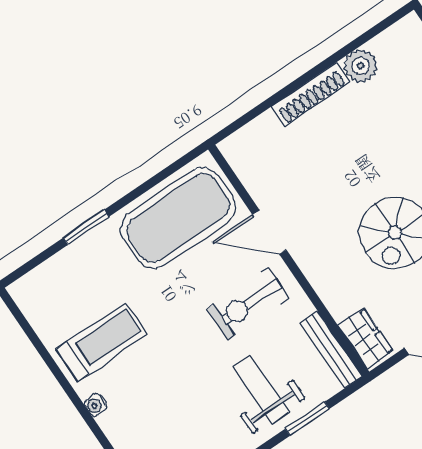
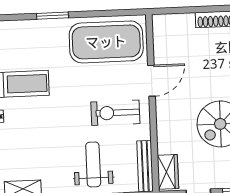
door: (269, 232) -> (151, 81), swing flipped

